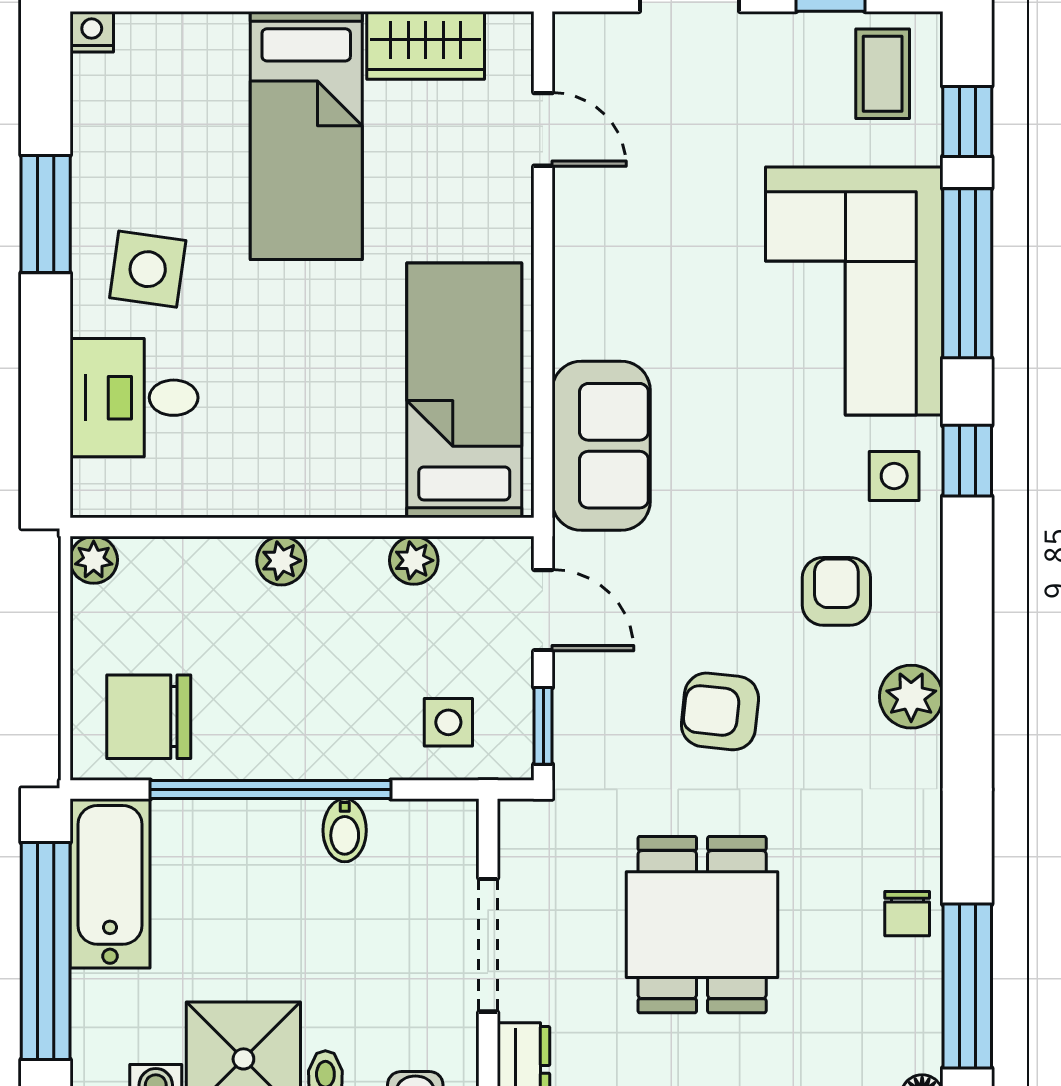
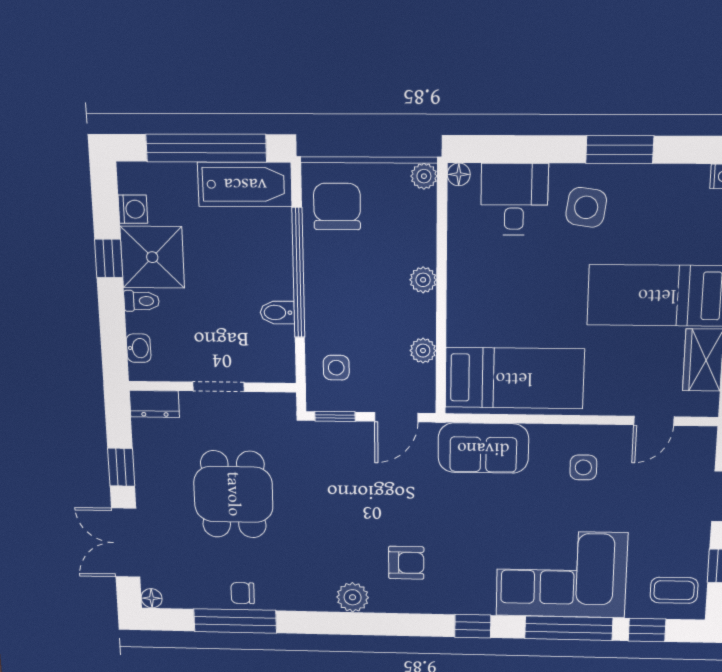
side table: (894, 476) -> (583, 467), moved
floor lamp: (90, 498) -> (459, 174), added
armchair: (720, 711) -> (344, 505), removed
dining table: (702, 925) -> (233, 494), turned 90
doorway: (488, 945) -> (219, 387), width x0.73
window: (967, 986) -> (235, 621), moved

